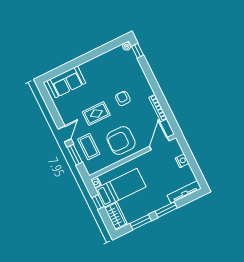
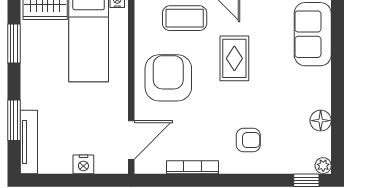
floor lamp: (106, 58) -> (321, 121), added
armchair: (123, 98) -> (248, 140), moved
door: (159, 144) -> (131, 140), hinge flipped
window: (166, 210) -> (14, 120), moved

